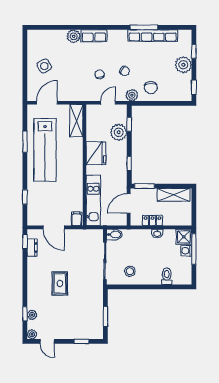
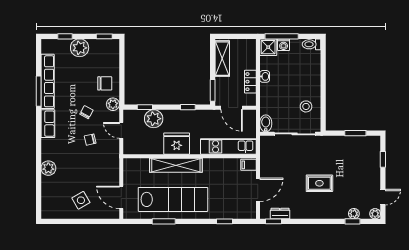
row of seats: (94, 36) -> (48, 124), moved
shelving: (76, 121) -> (176, 165), moved, width x1.47
toilet: (167, 276) -> (312, 44), moved

